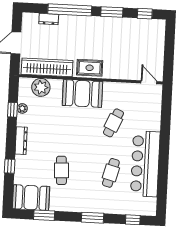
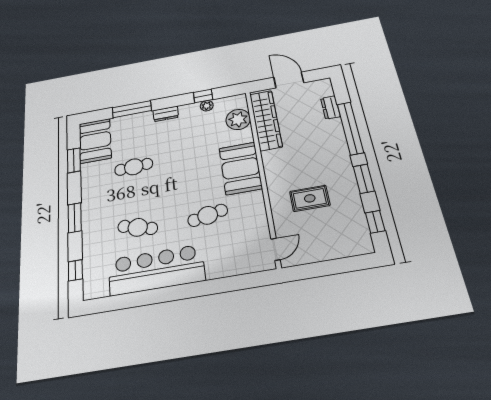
rug: (90, 68) -> (310, 198), moved, turned 90
cafe table: (113, 123) -> (208, 215), turned -36
dresser: (21, 141) -> (166, 114), width x0.70
window: (10, 166) -> (132, 109), width x2.17

